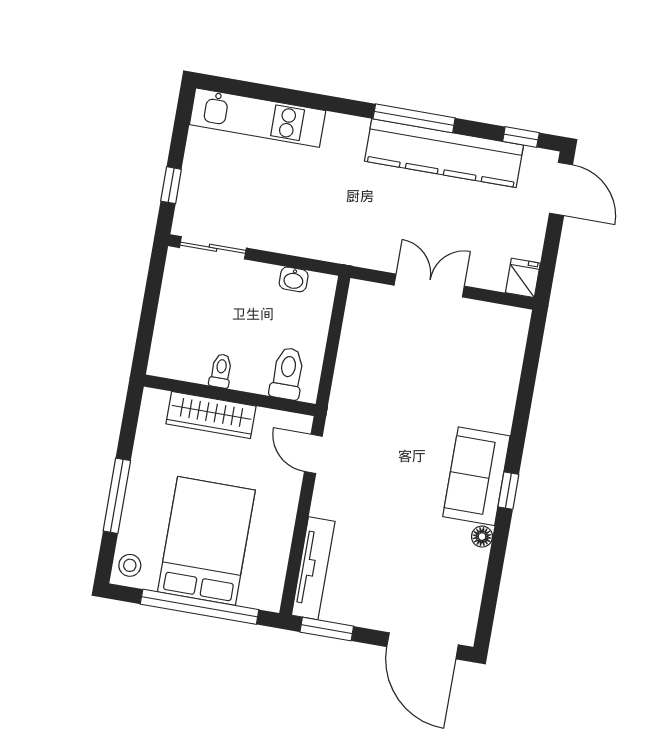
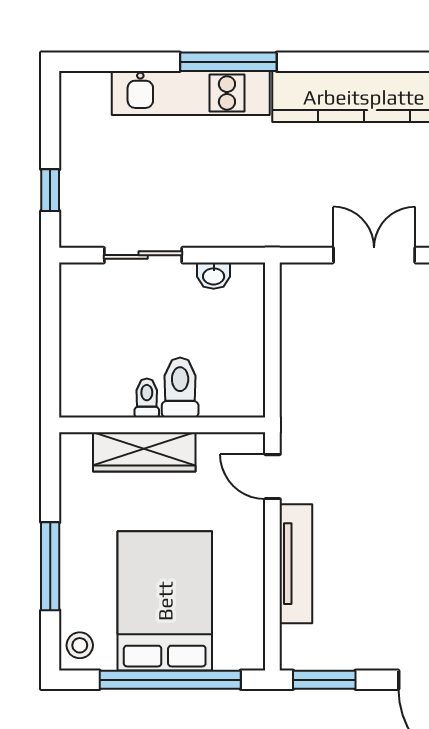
kitchen unit: (258, 118) -> (191, 93), moved
window: (414, 118) -> (228, 62), moved
sliding door: (213, 248) -> (143, 255), moved
toilet: (287, 374) -> (180, 388), moved
tv unit: (313, 568) -> (296, 564), moved

